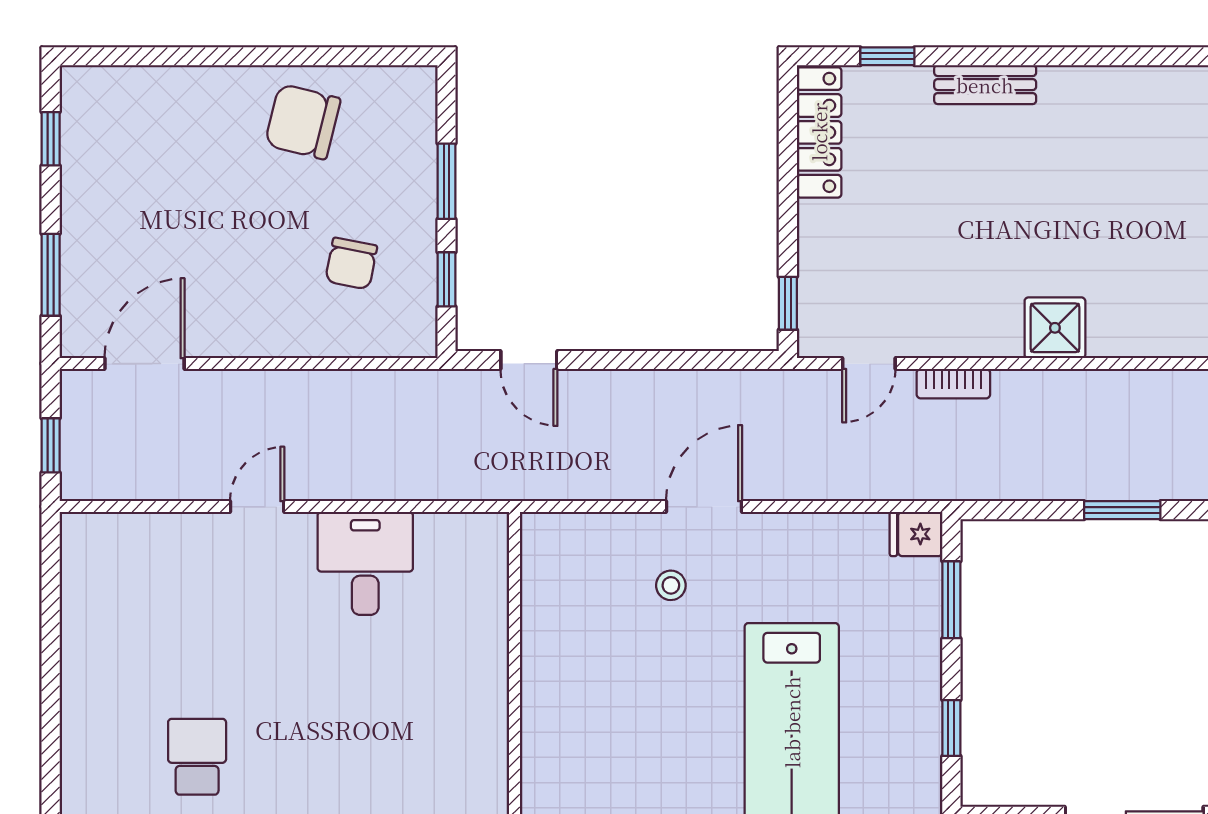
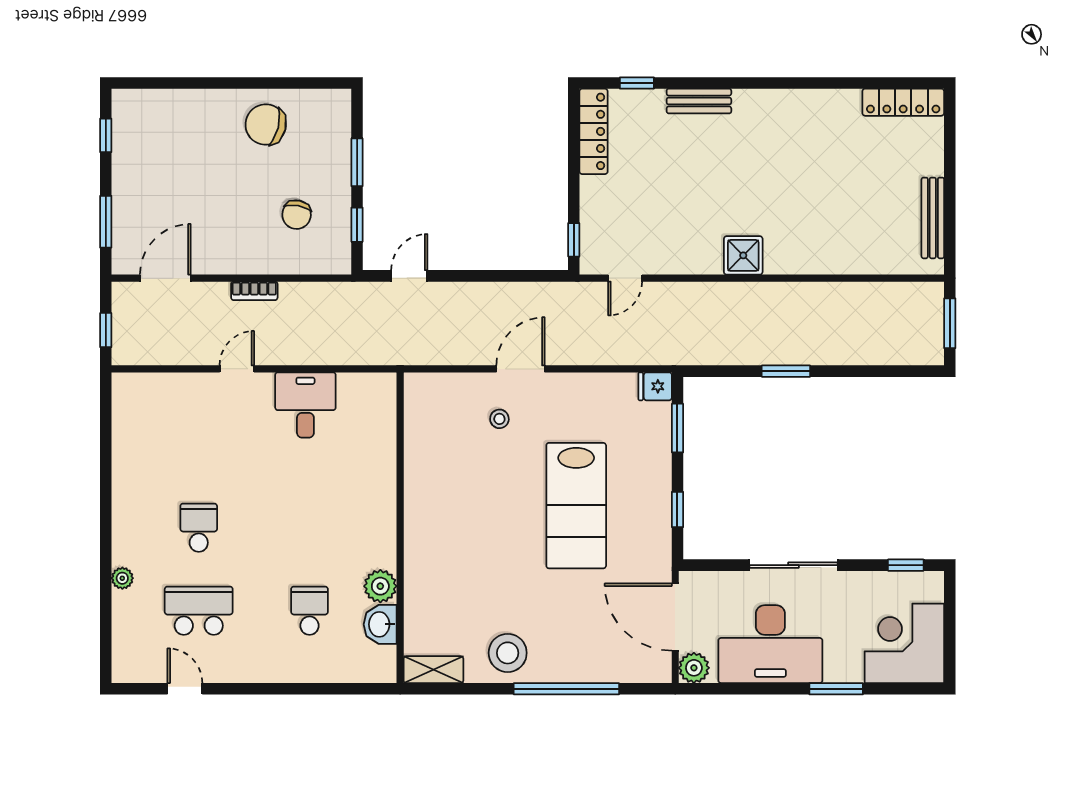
door: (529, 360) -> (409, 276), swing flipped
bookcase: (953, 384) -> (254, 291), moved

